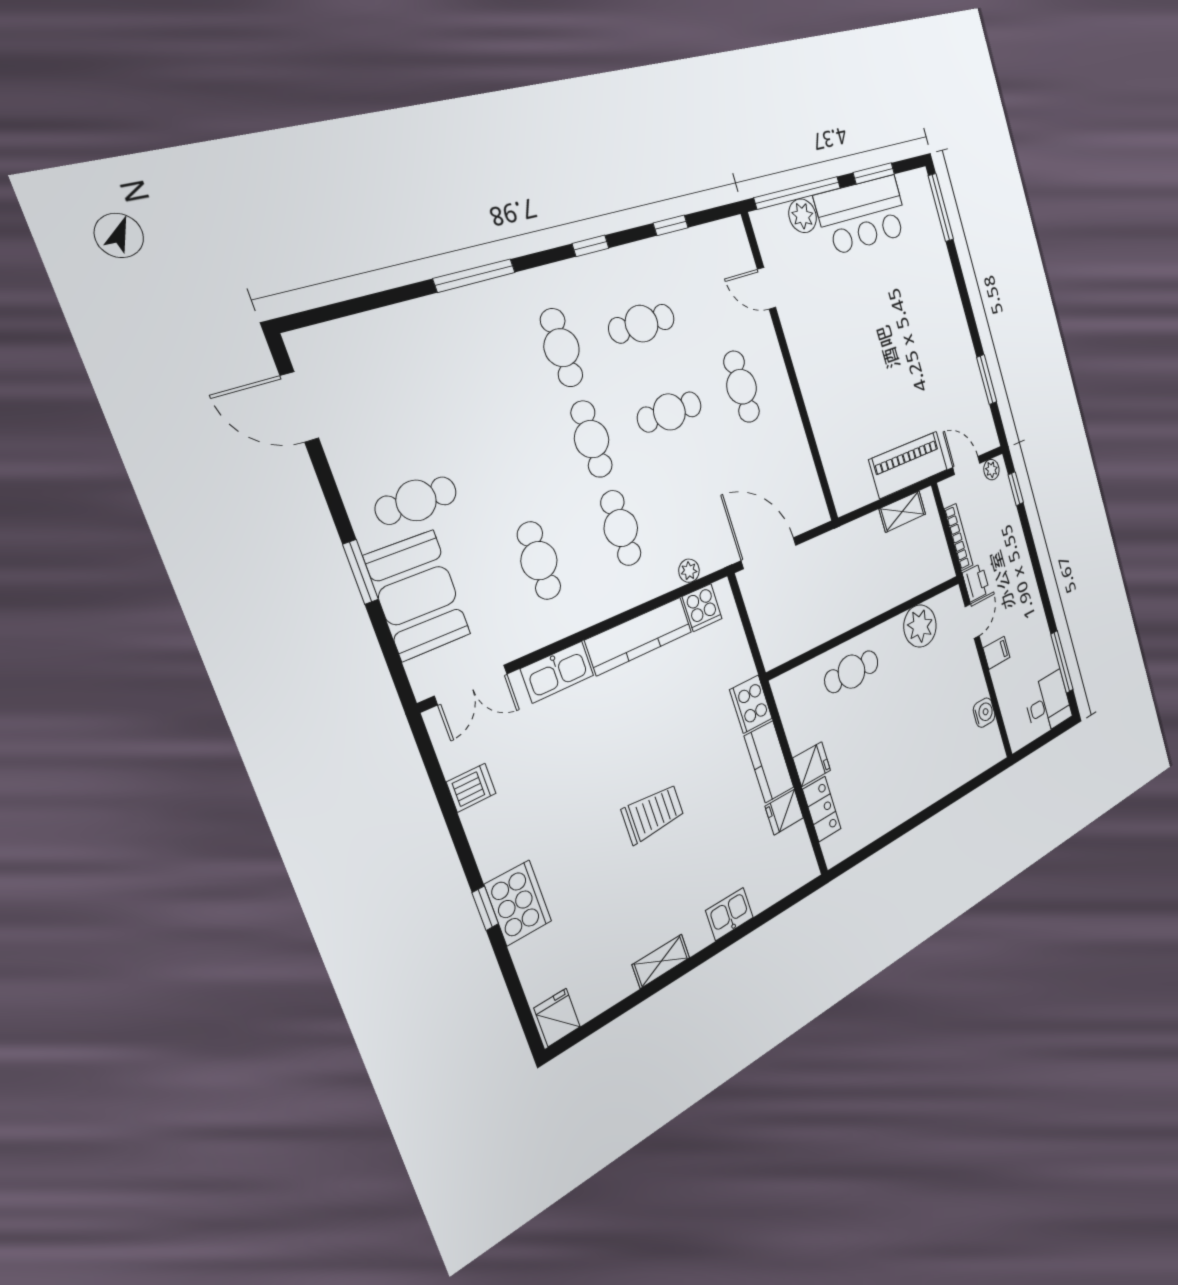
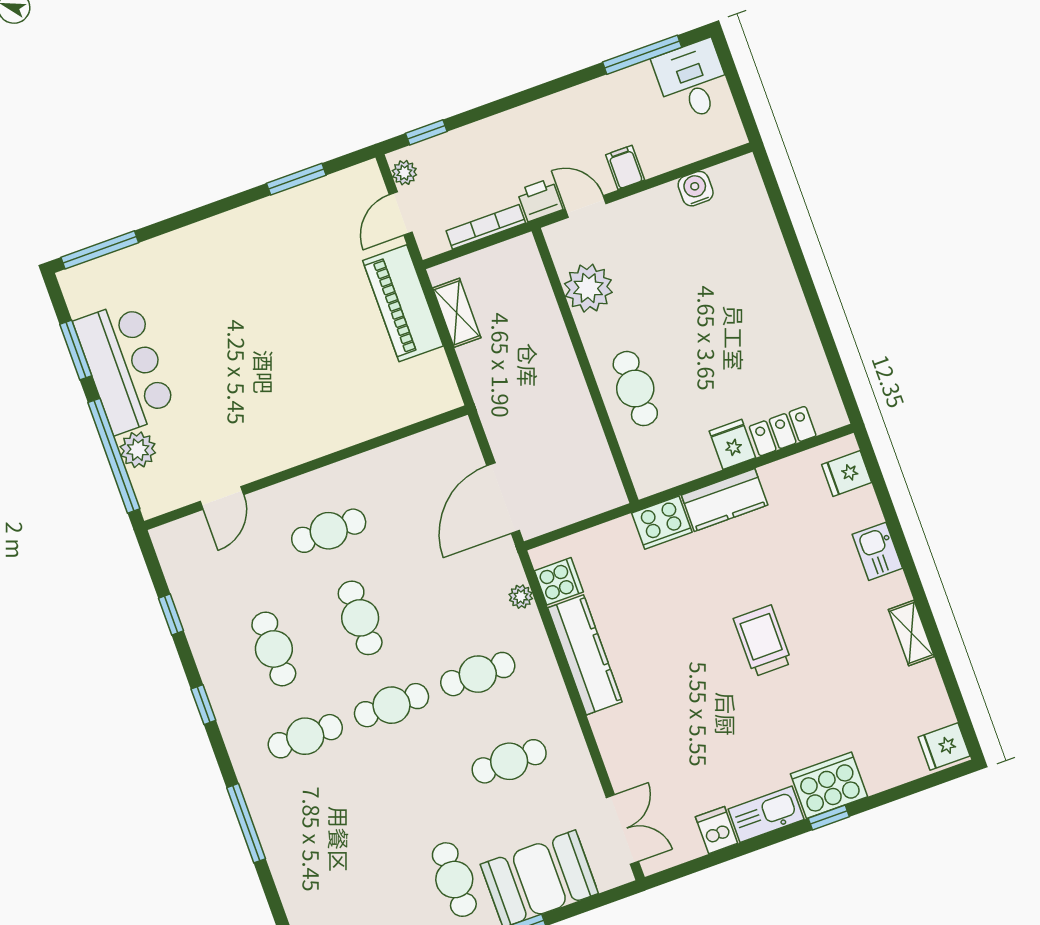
kitchen sink: (557, 672) -> (766, 814), moved, turned -90
fridge: (784, 812) -> (847, 474), moved, turned 90

